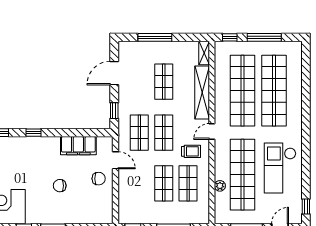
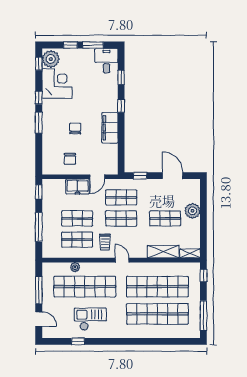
window: (155, 37) -> (203, 211), removed
window: (264, 37) -> (203, 316), moved
plant: (155, 50) -> (192, 211), added
shelving: (202, 93) -> (163, 252), width x0.68
filing cabinet: (78, 146) -> (110, 128), moved
checkout: (280, 168) -> (90, 319), width x0.73, depth x0.83
chair: (99, 179) -> (70, 159), moved
freezer: (127, 183) -> (78, 187), added
window: (306, 207) -> (78, 341), moved

